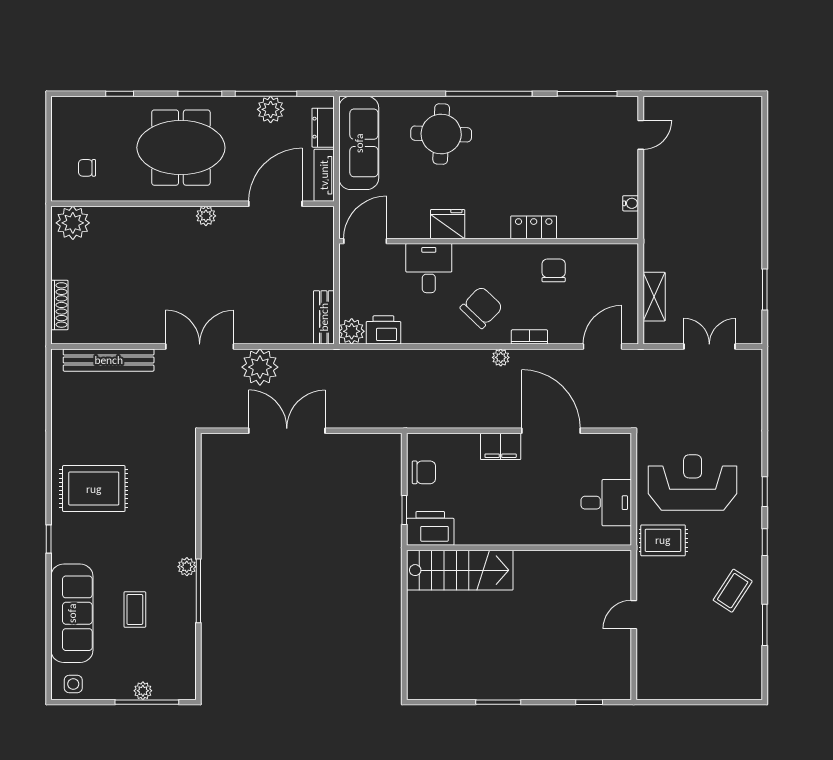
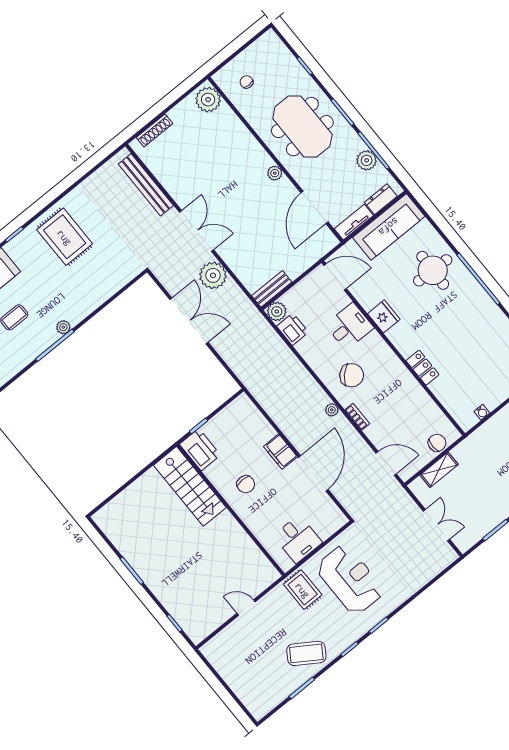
door: (275, 204) -> (314, 207), swing flipped
chair: (554, 270) -> (437, 443), moved
chair: (424, 472) -> (246, 484), moved
coffee table: (733, 591) -> (306, 653), width x1.36, depth x1.30

